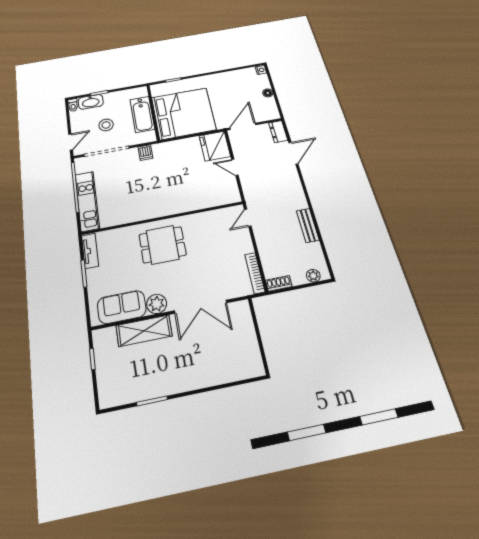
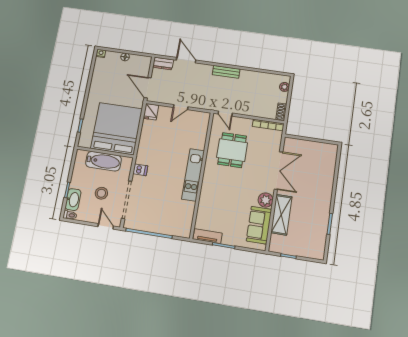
fridge: (215, 146) -> (151, 112), width x0.53, depth x0.75
kitchen unit: (87, 201) -> (193, 175), moved, turned -90
bench: (308, 225) -> (226, 72), moved
dining table: (163, 245) -> (232, 150), moved

